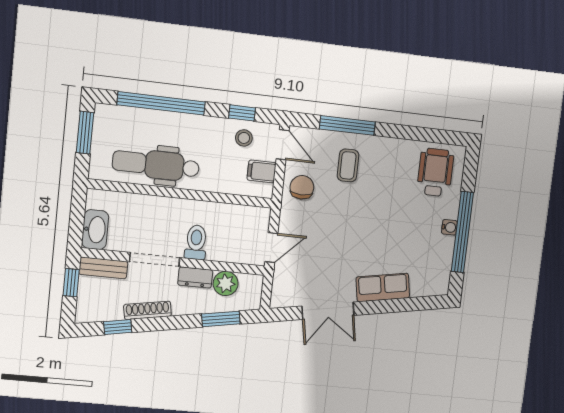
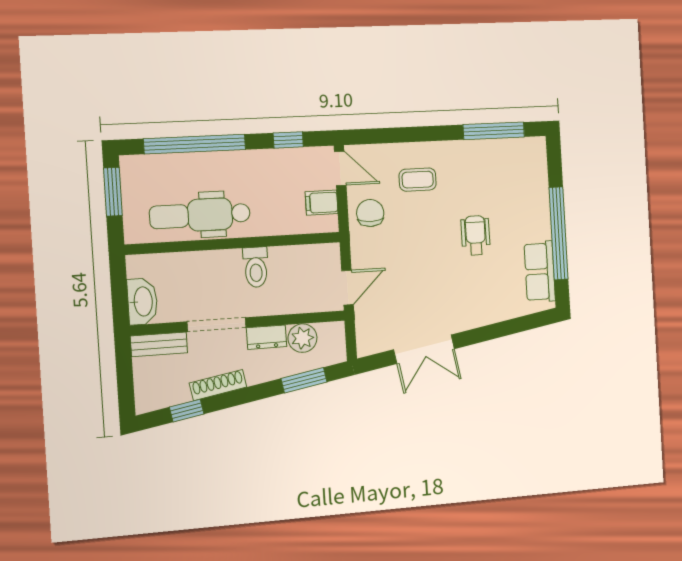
window: (347, 125) -> (494, 131), moved
stool: (244, 138) -> (295, 168), removed
coffee table: (348, 165) -> (418, 180), turned 90
wheelchair: (435, 172) -> (476, 235), moved, width x0.73, depth x0.73
water cooler: (449, 227) -> (543, 230), removed
toilet: (196, 242) -> (256, 267), moved, turned 180
window: (71, 283) -> (124, 368), removed
row of seats: (383, 287) -> (540, 272), moved, turned -80

